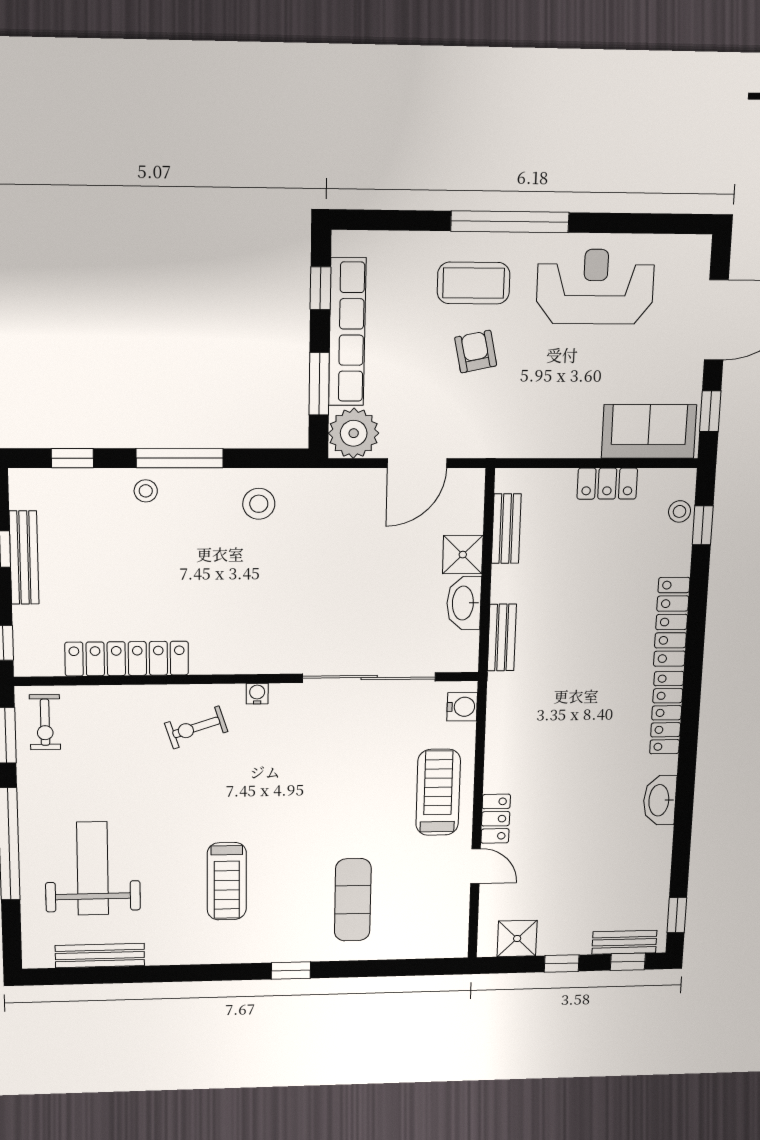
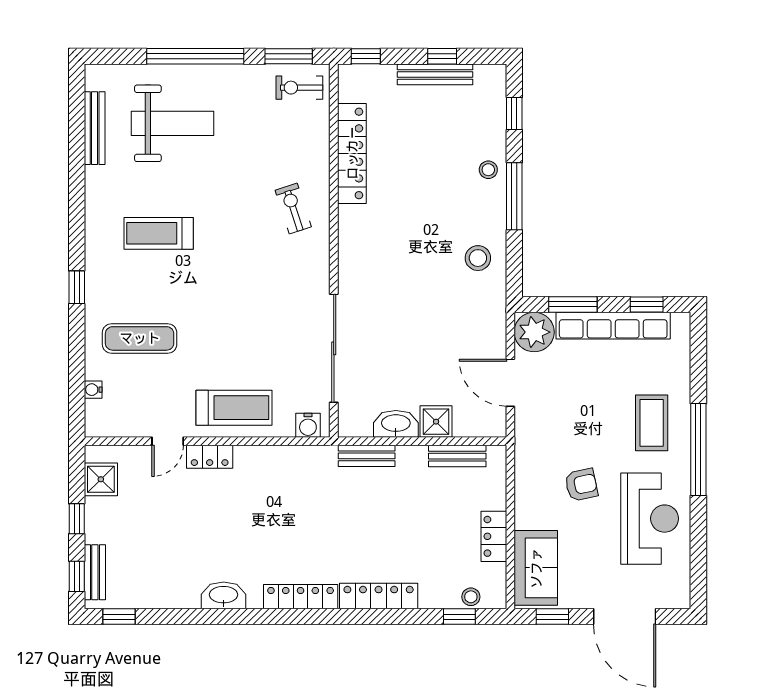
armchair: (476, 352) -> (581, 485), moved
water cooler: (257, 694) -> (93, 390), moved, turned 180

